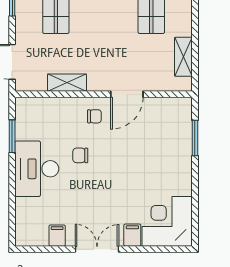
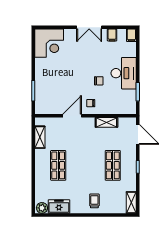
filing cabinet: (132, 235) -> (131, 35), moved

